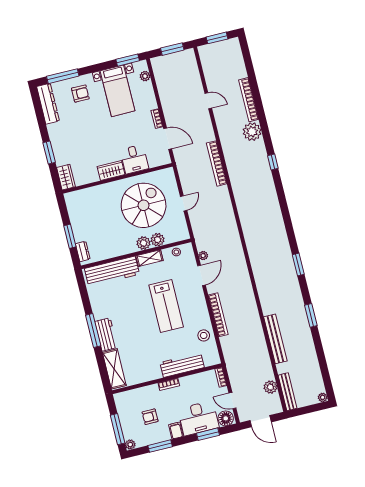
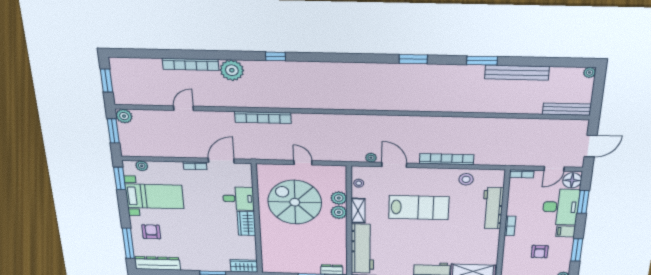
bench: (275, 339) -> (517, 73), moved
plant: (270, 387) -> (124, 116), moved

